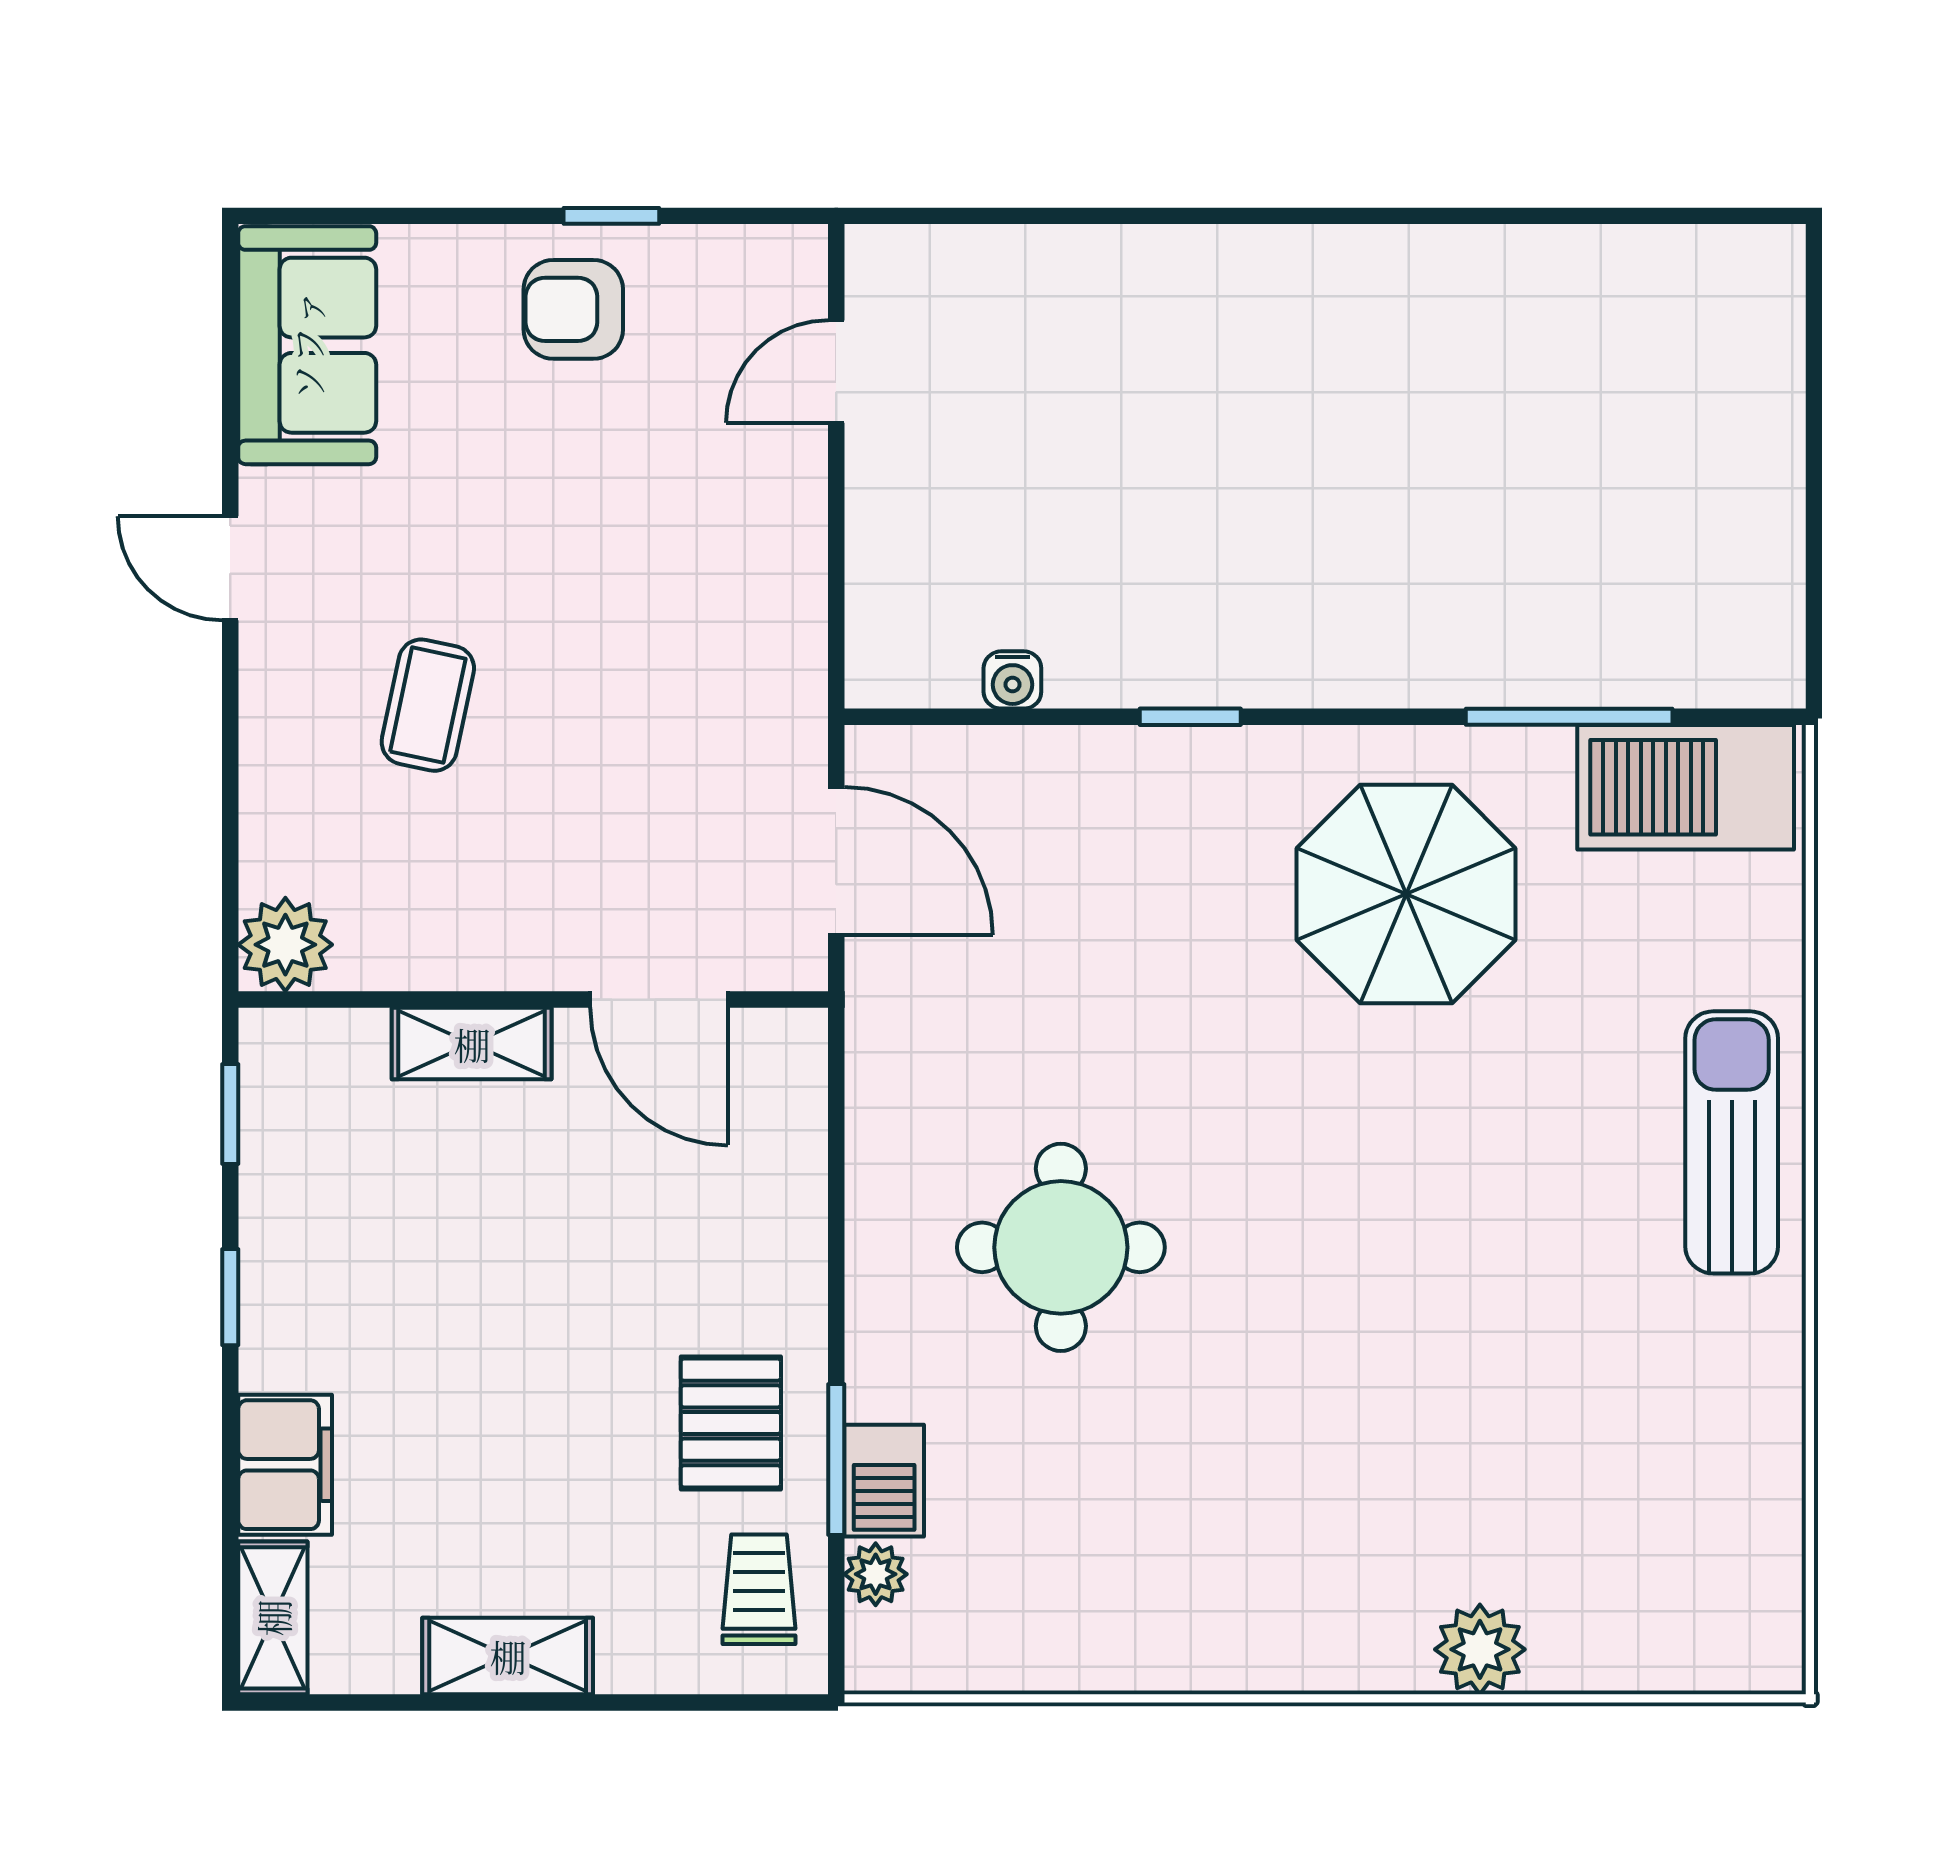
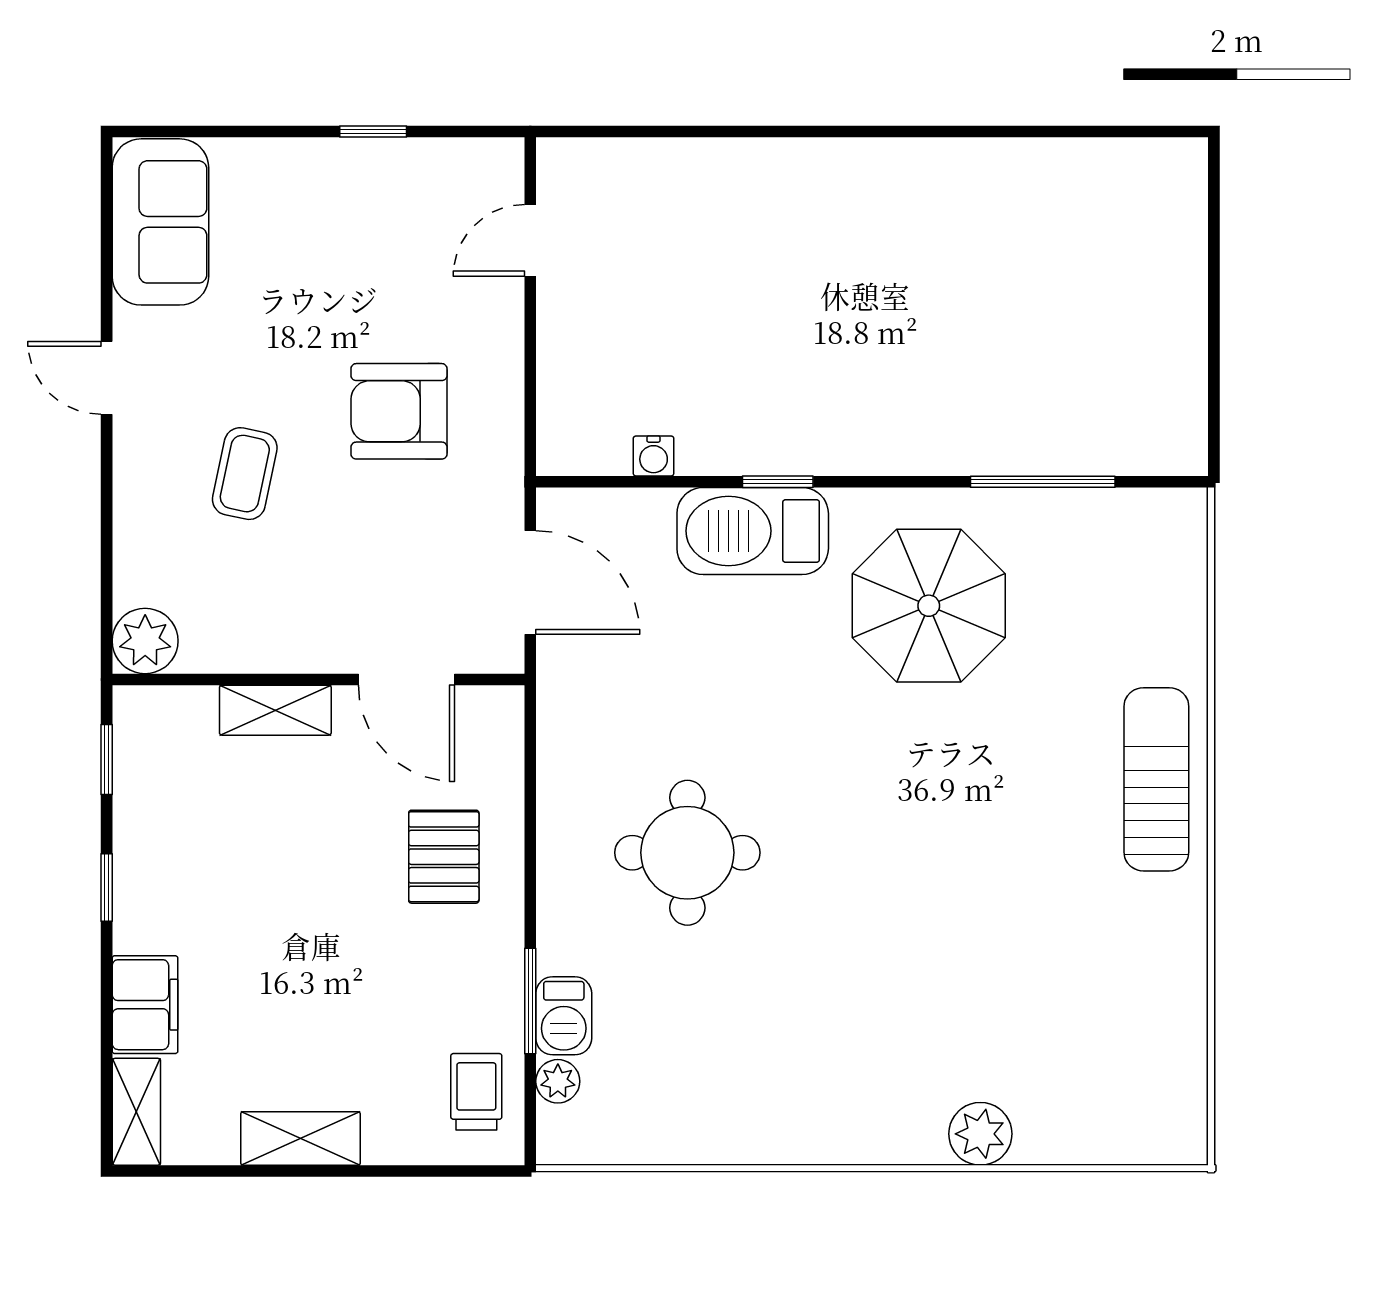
armchair: (573, 309) -> (399, 411), moved, width x1.38, depth x1.38
barbecue: (1686, 787) -> (753, 531), moved
pallet: (731, 1423) -> (444, 857), moved

